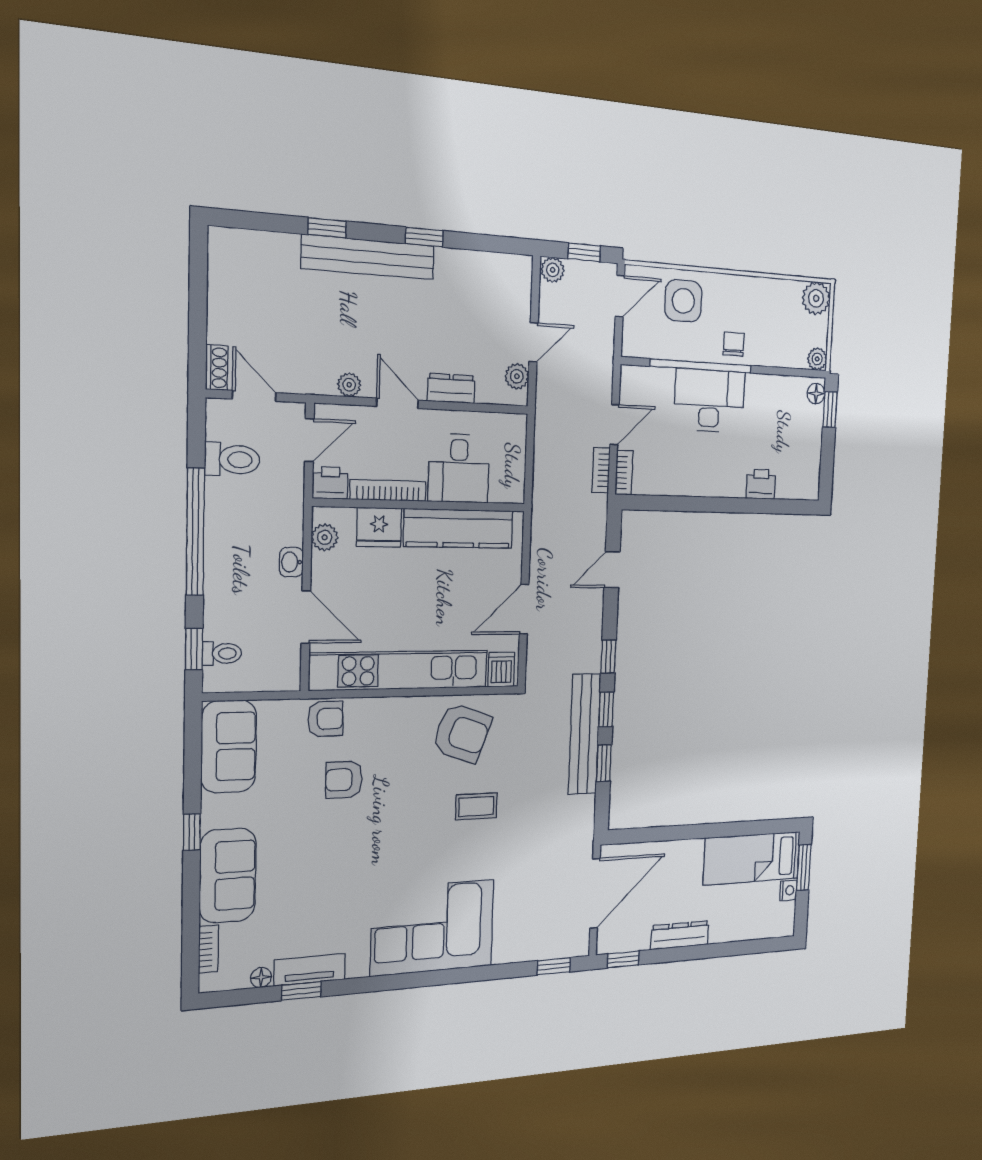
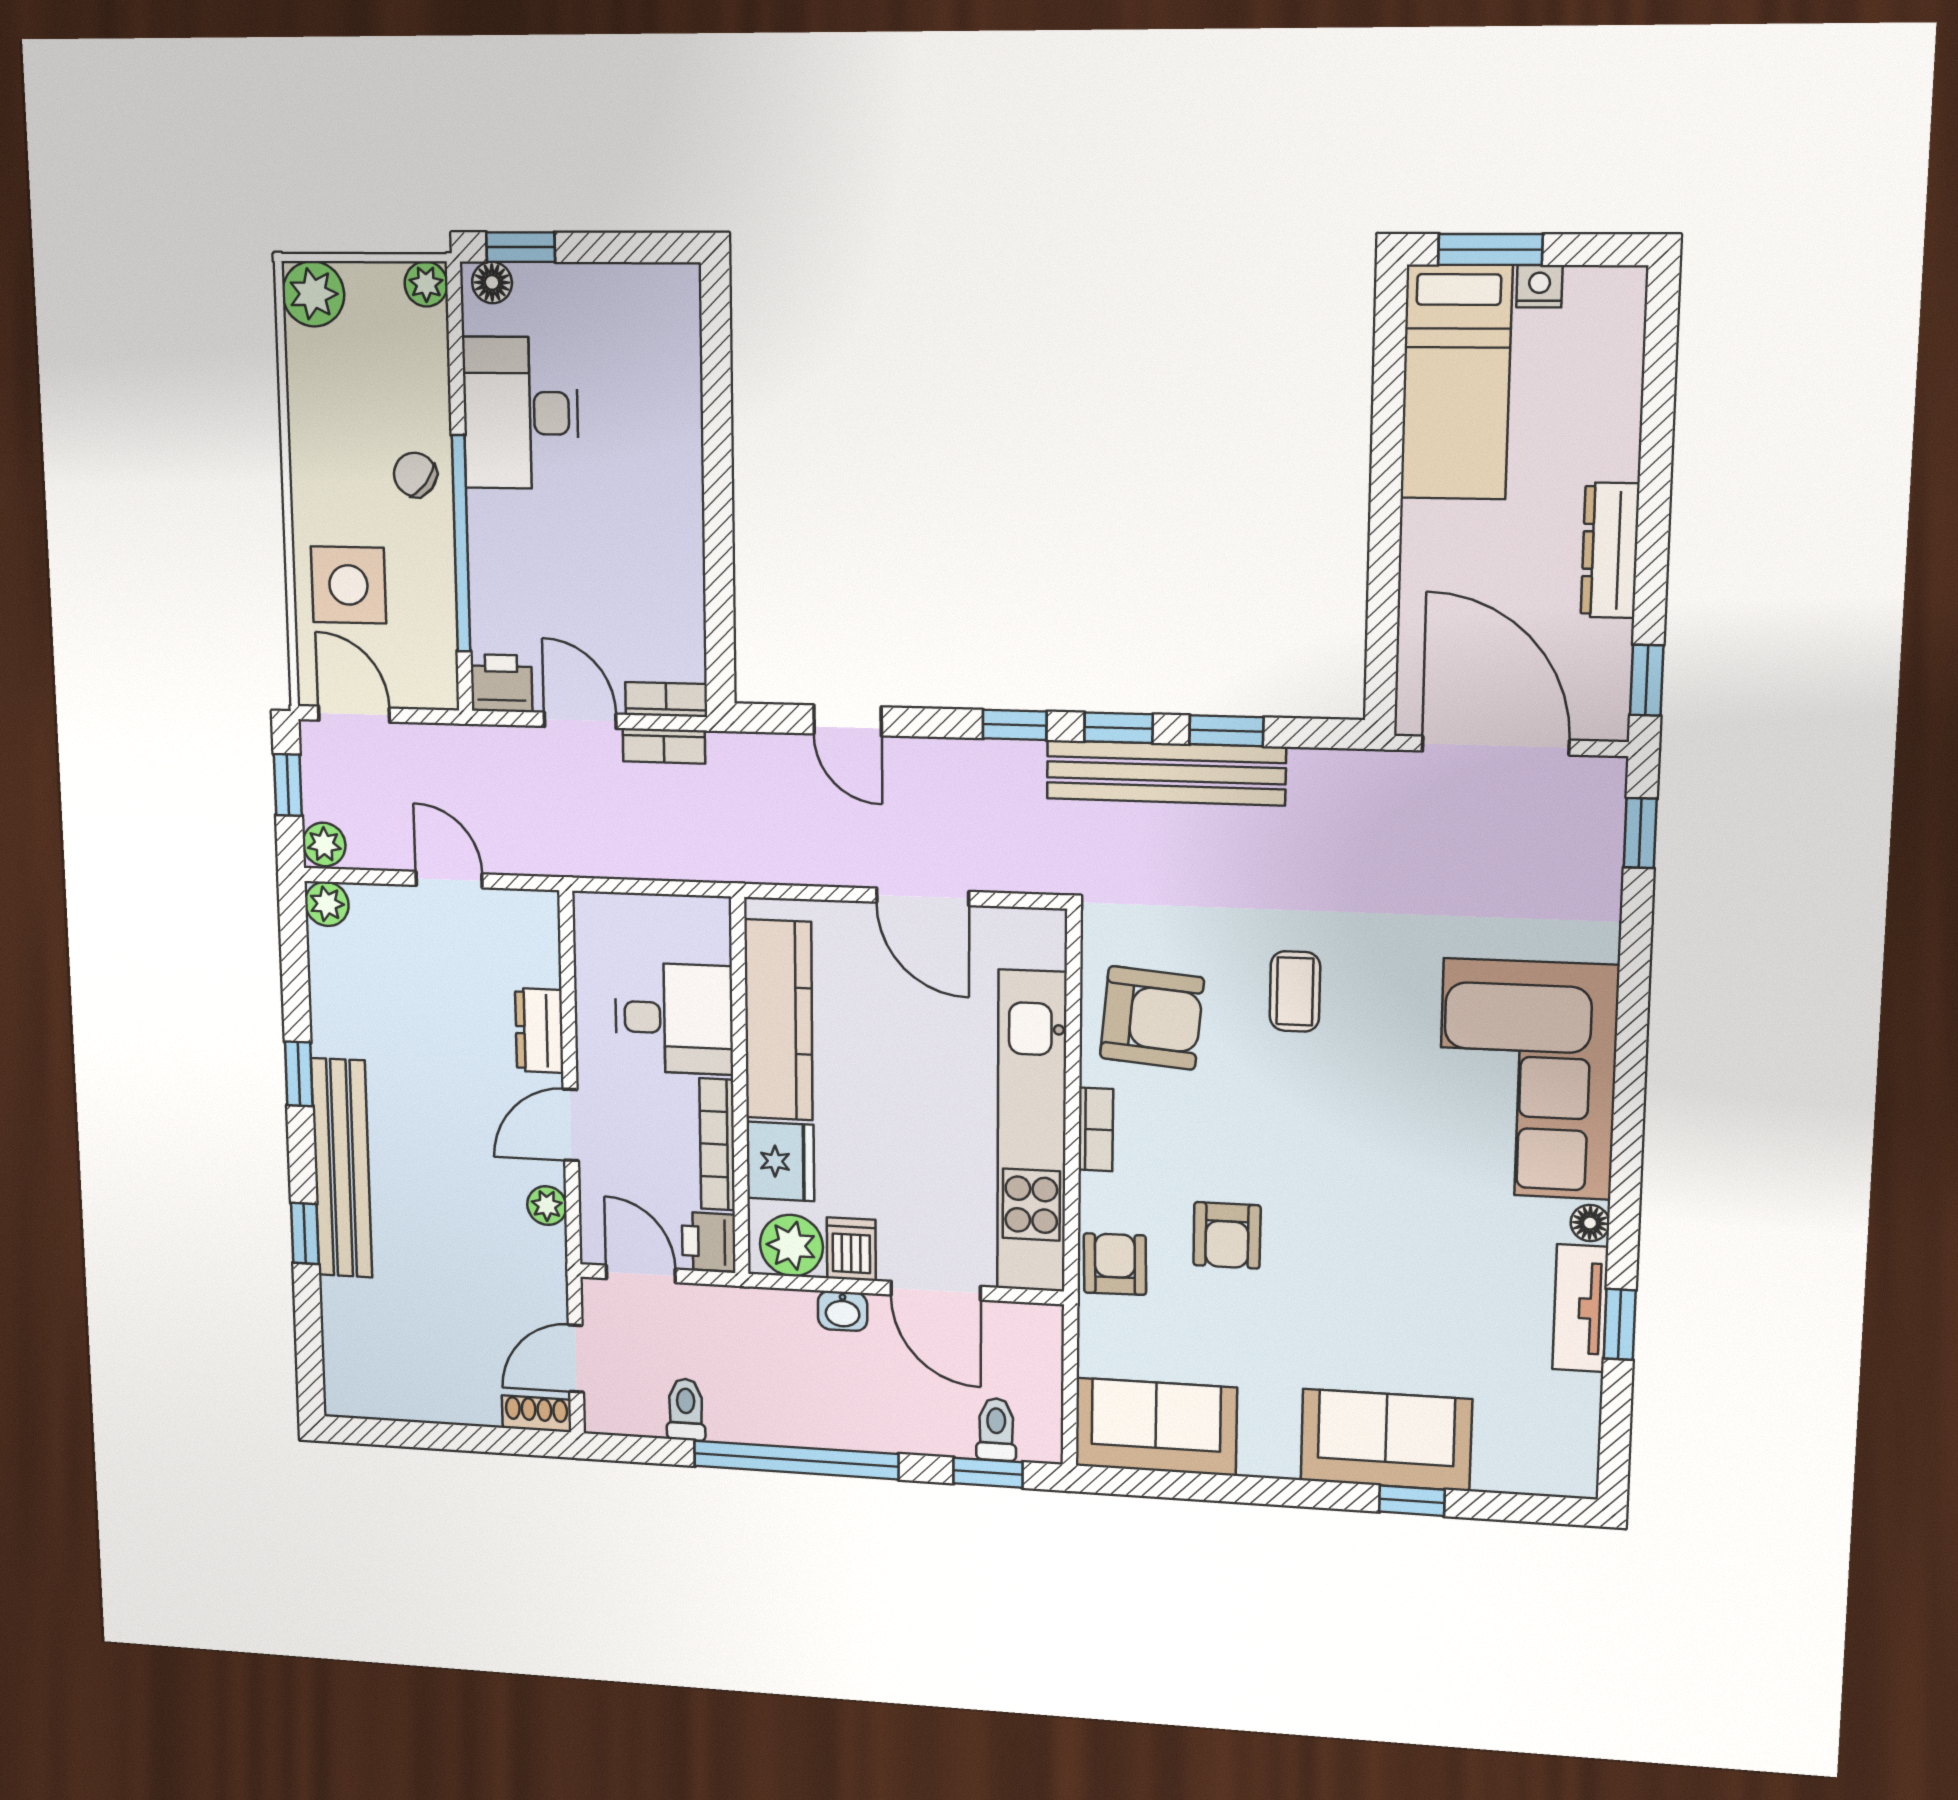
chair: (734, 344) -> (415, 475), turned 38
plant: (517, 376) -> (327, 904), moved
desk: (709, 401) -> (521, 413), moved
toilet: (232, 459) -> (686, 1410), width x0.73, depth x0.72
printer: (761, 484) -> (501, 683), moved, turned 90
plant: (325, 537) -> (791, 1245), width x1.38, depth x1.38
door: (306, 617) -> (936, 1291), swing flipped
dishwasher: (501, 669) -> (851, 1249), moved, turned 90
armchair: (462, 733) -> (1152, 1018), turned 75
window: (192, 832) -> (1412, 1501), moved
bookcase: (208, 949) -> (1096, 1129), moved, turned 90
floor lamp: (261, 978) -> (1590, 1223), moved

